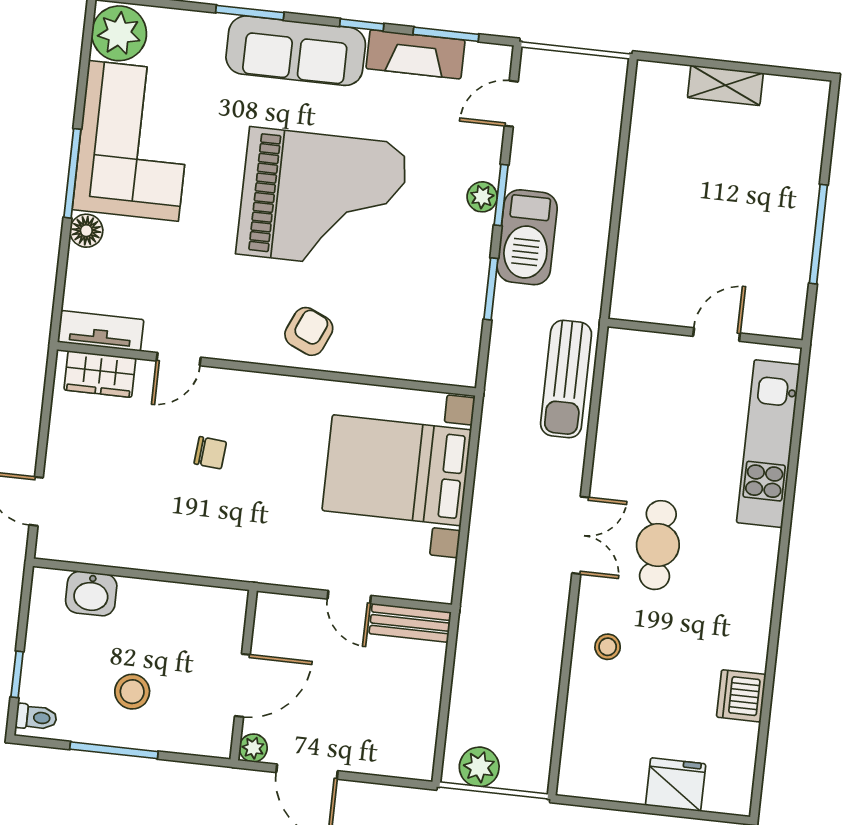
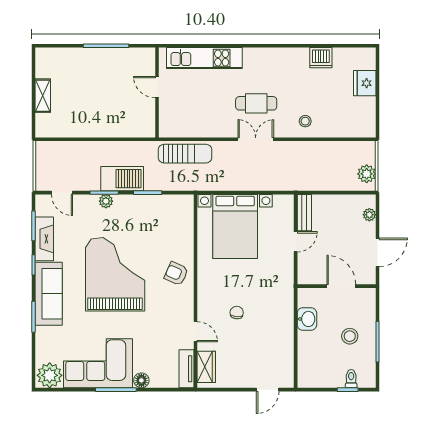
washbasin: (91, 594) -> (307, 319), moved
toilet: (36, 717) -> (351, 379), moved
plant: (253, 748) -> (369, 215), moved

